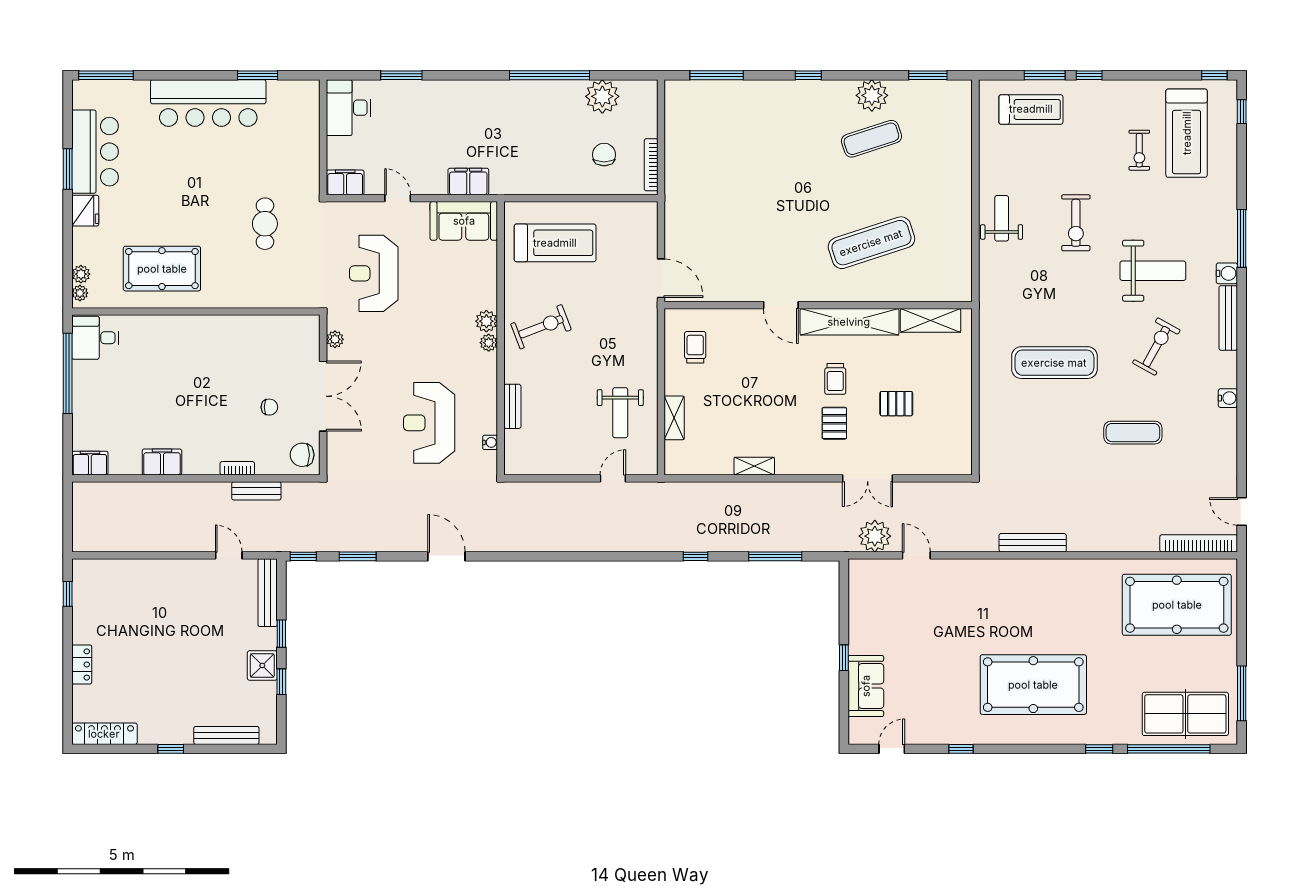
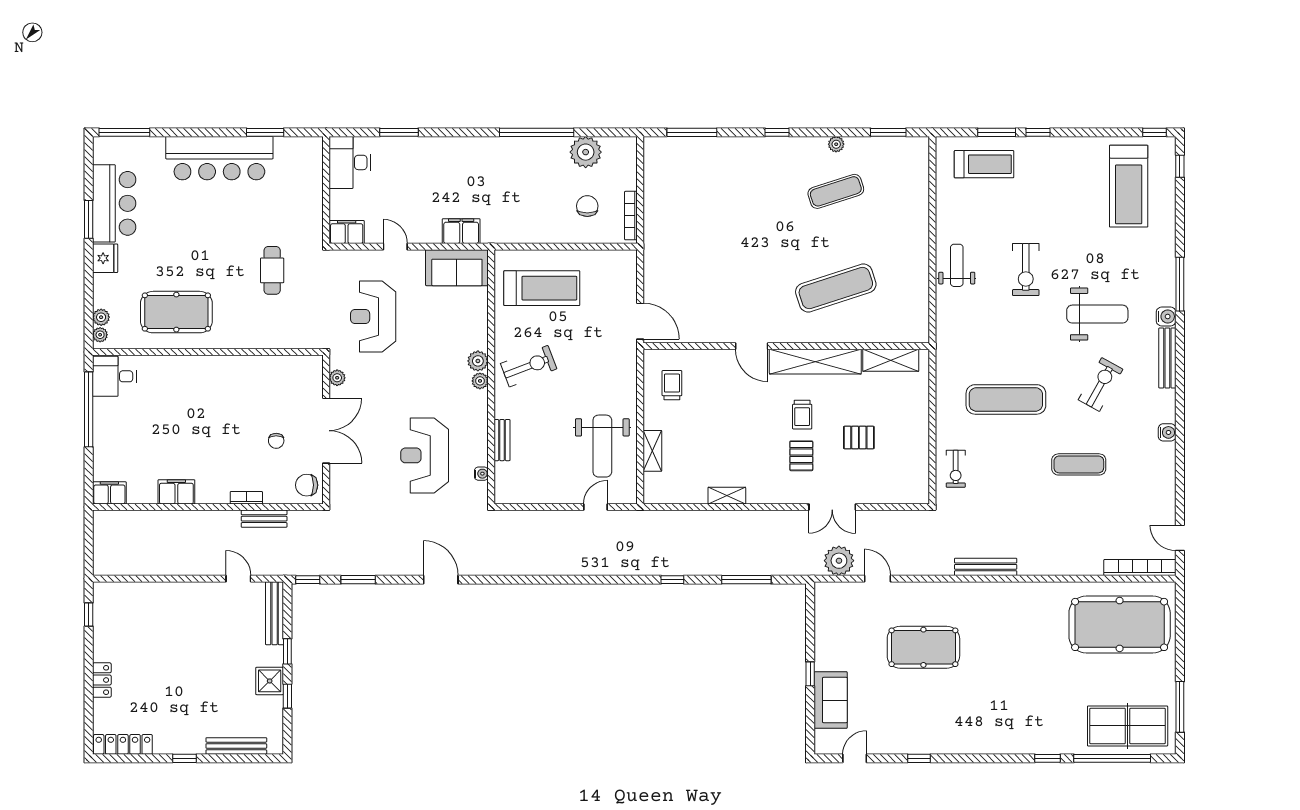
plant: (872, 95) -> (836, 144), width x0.53, depth x0.53
exercise bike: (1139, 150) -> (956, 469), moved
chair: (269, 407) -> (276, 441), turned 90
weight bench: (620, 413) -> (602, 446), width x1.36, depth x1.33
pool table: (1033, 685) -> (923, 647), moved, width x0.73, depth x0.76

